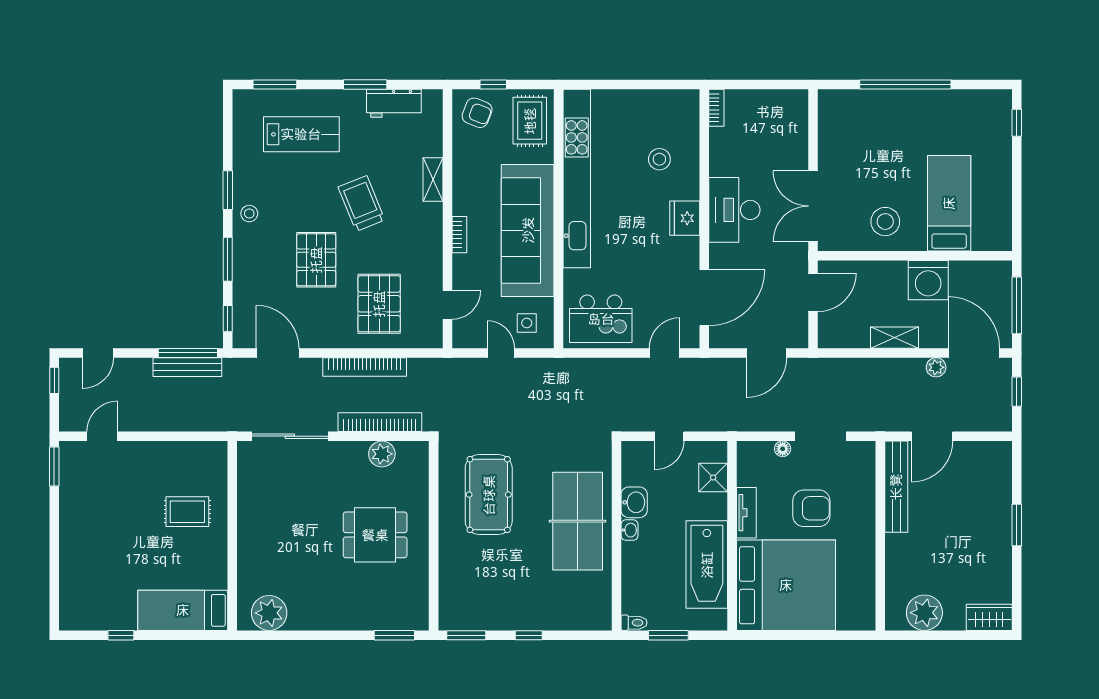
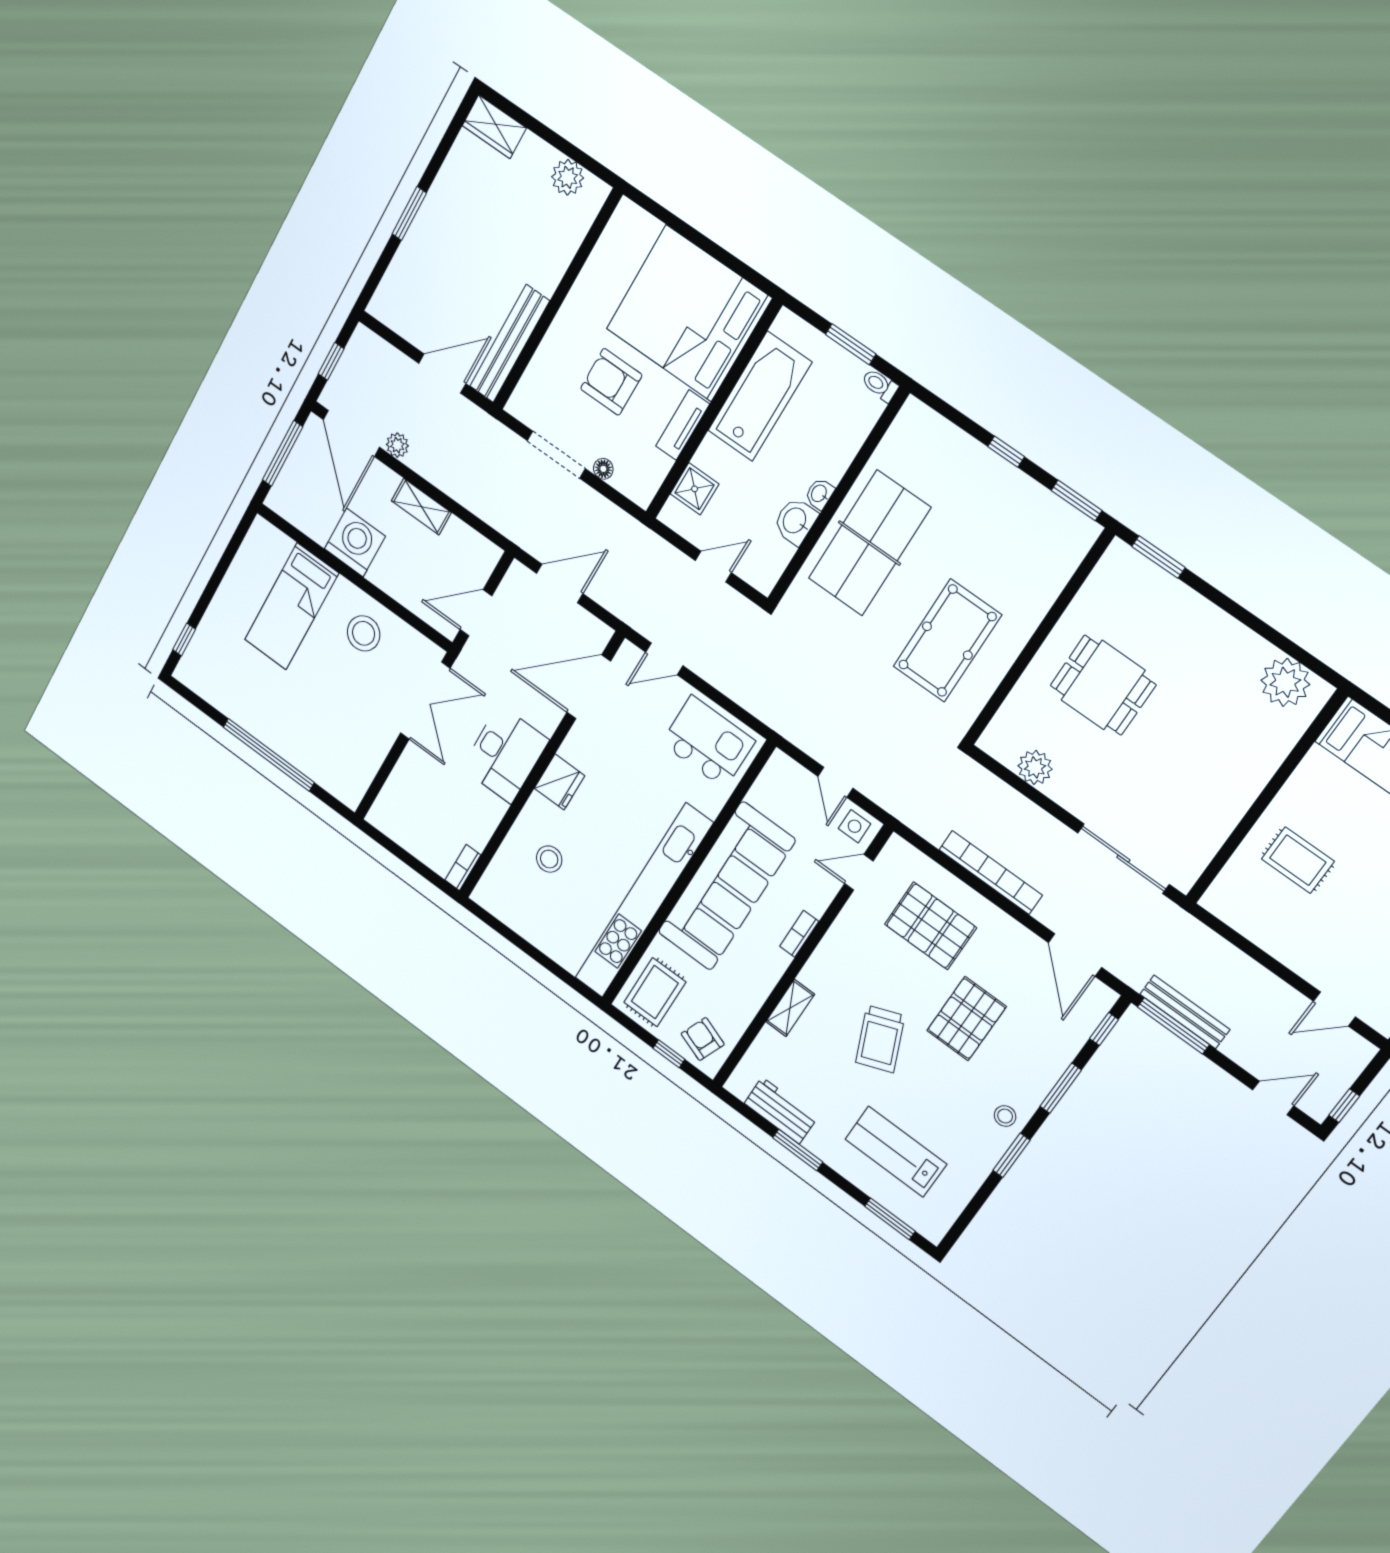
pallet: (379, 304) -> (930, 926), turned 90
side table: (527, 323) -> (855, 826), moved
bookcase: (380, 422) -> (1014, 803), removed
plant: (924, 613) -> (568, 177), width x0.73, depth x0.73

